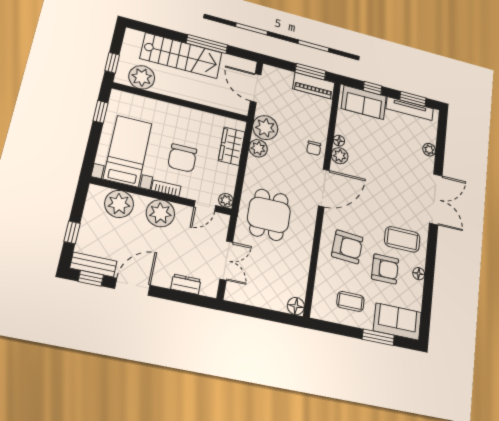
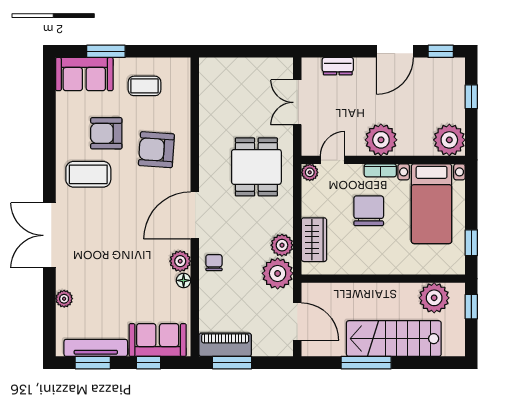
plant: (119, 204) -> (449, 140), moved
bench: (93, 265) -> (441, 67), removed
floor lamp: (419, 274) -> (63, 137), removed
floor lamp: (296, 306) -> (209, 67), removed

